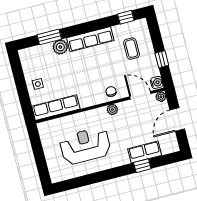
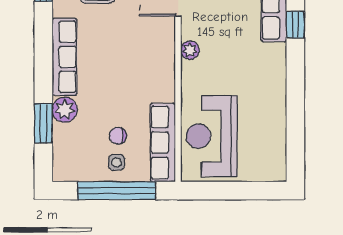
window: (22, 88) -> (117, 191), added
chair: (111, 91) -> (118, 136), moved
reception desk: (85, 146) -> (212, 136), moved

